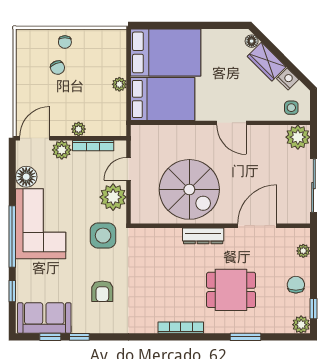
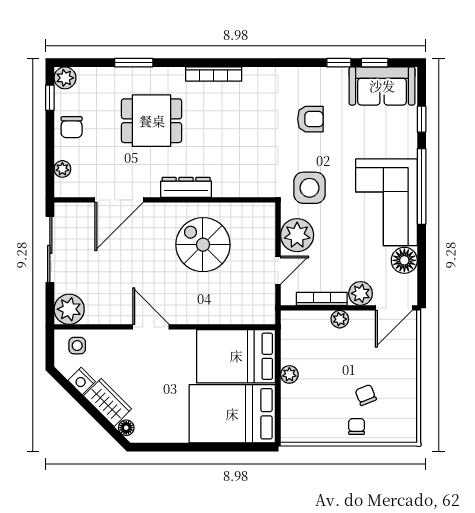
spiral stairs: (189, 189) -> (203, 245), width x0.73, depth x0.73
armchair: (102, 291) -> (310, 119), turned 90

